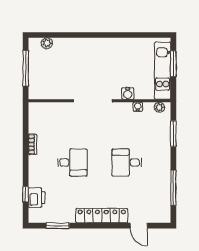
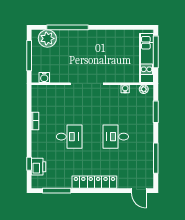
window: (70, 35) -> (68, 27), added
plant: (47, 43) -> (47, 38), width x1.87, depth x1.87
window: (173, 64) -> (156, 52), width x1.44
water cooler: (128, 94) -> (44, 77), moved
window: (58, 226) -> (57, 191), width x1.44
door: (139, 226) -> (139, 191), moved

